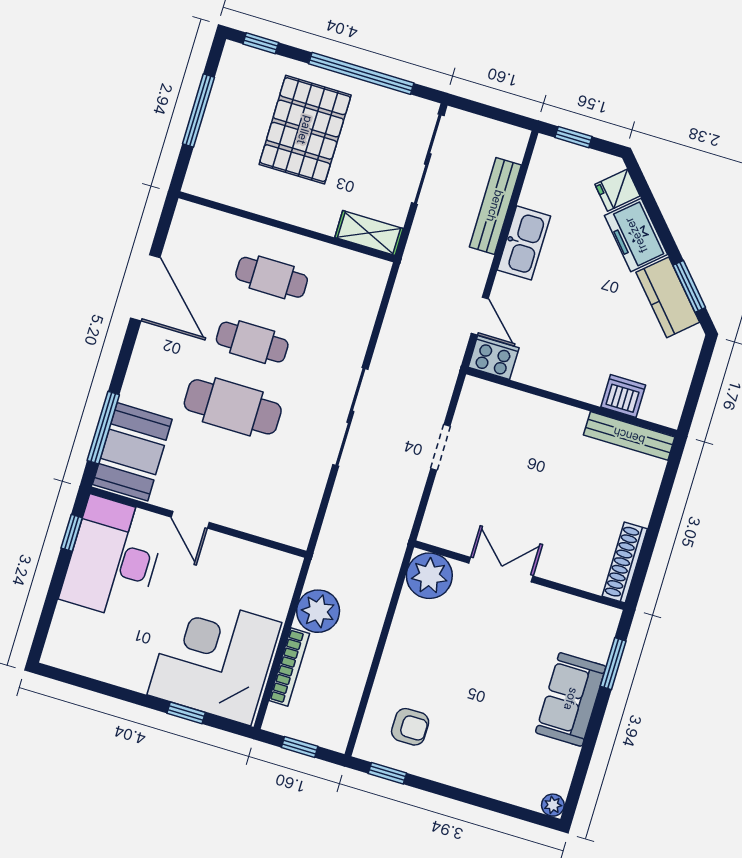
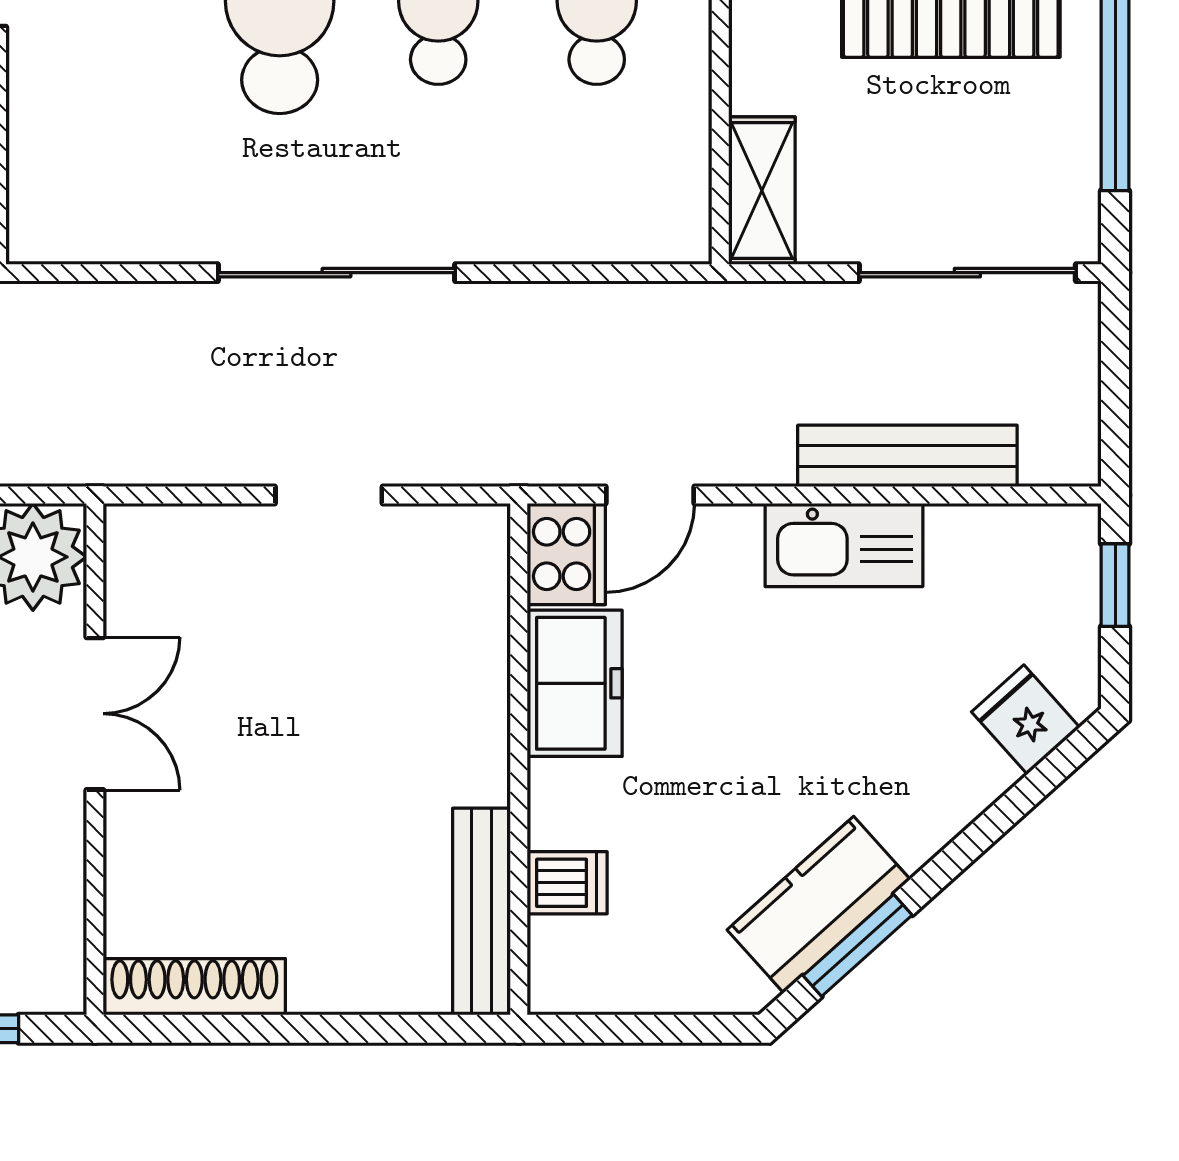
freezer: (636, 235) -> (575, 683), moved, turned 132
dishwasher: (623, 396) -> (567, 883), width x0.73

